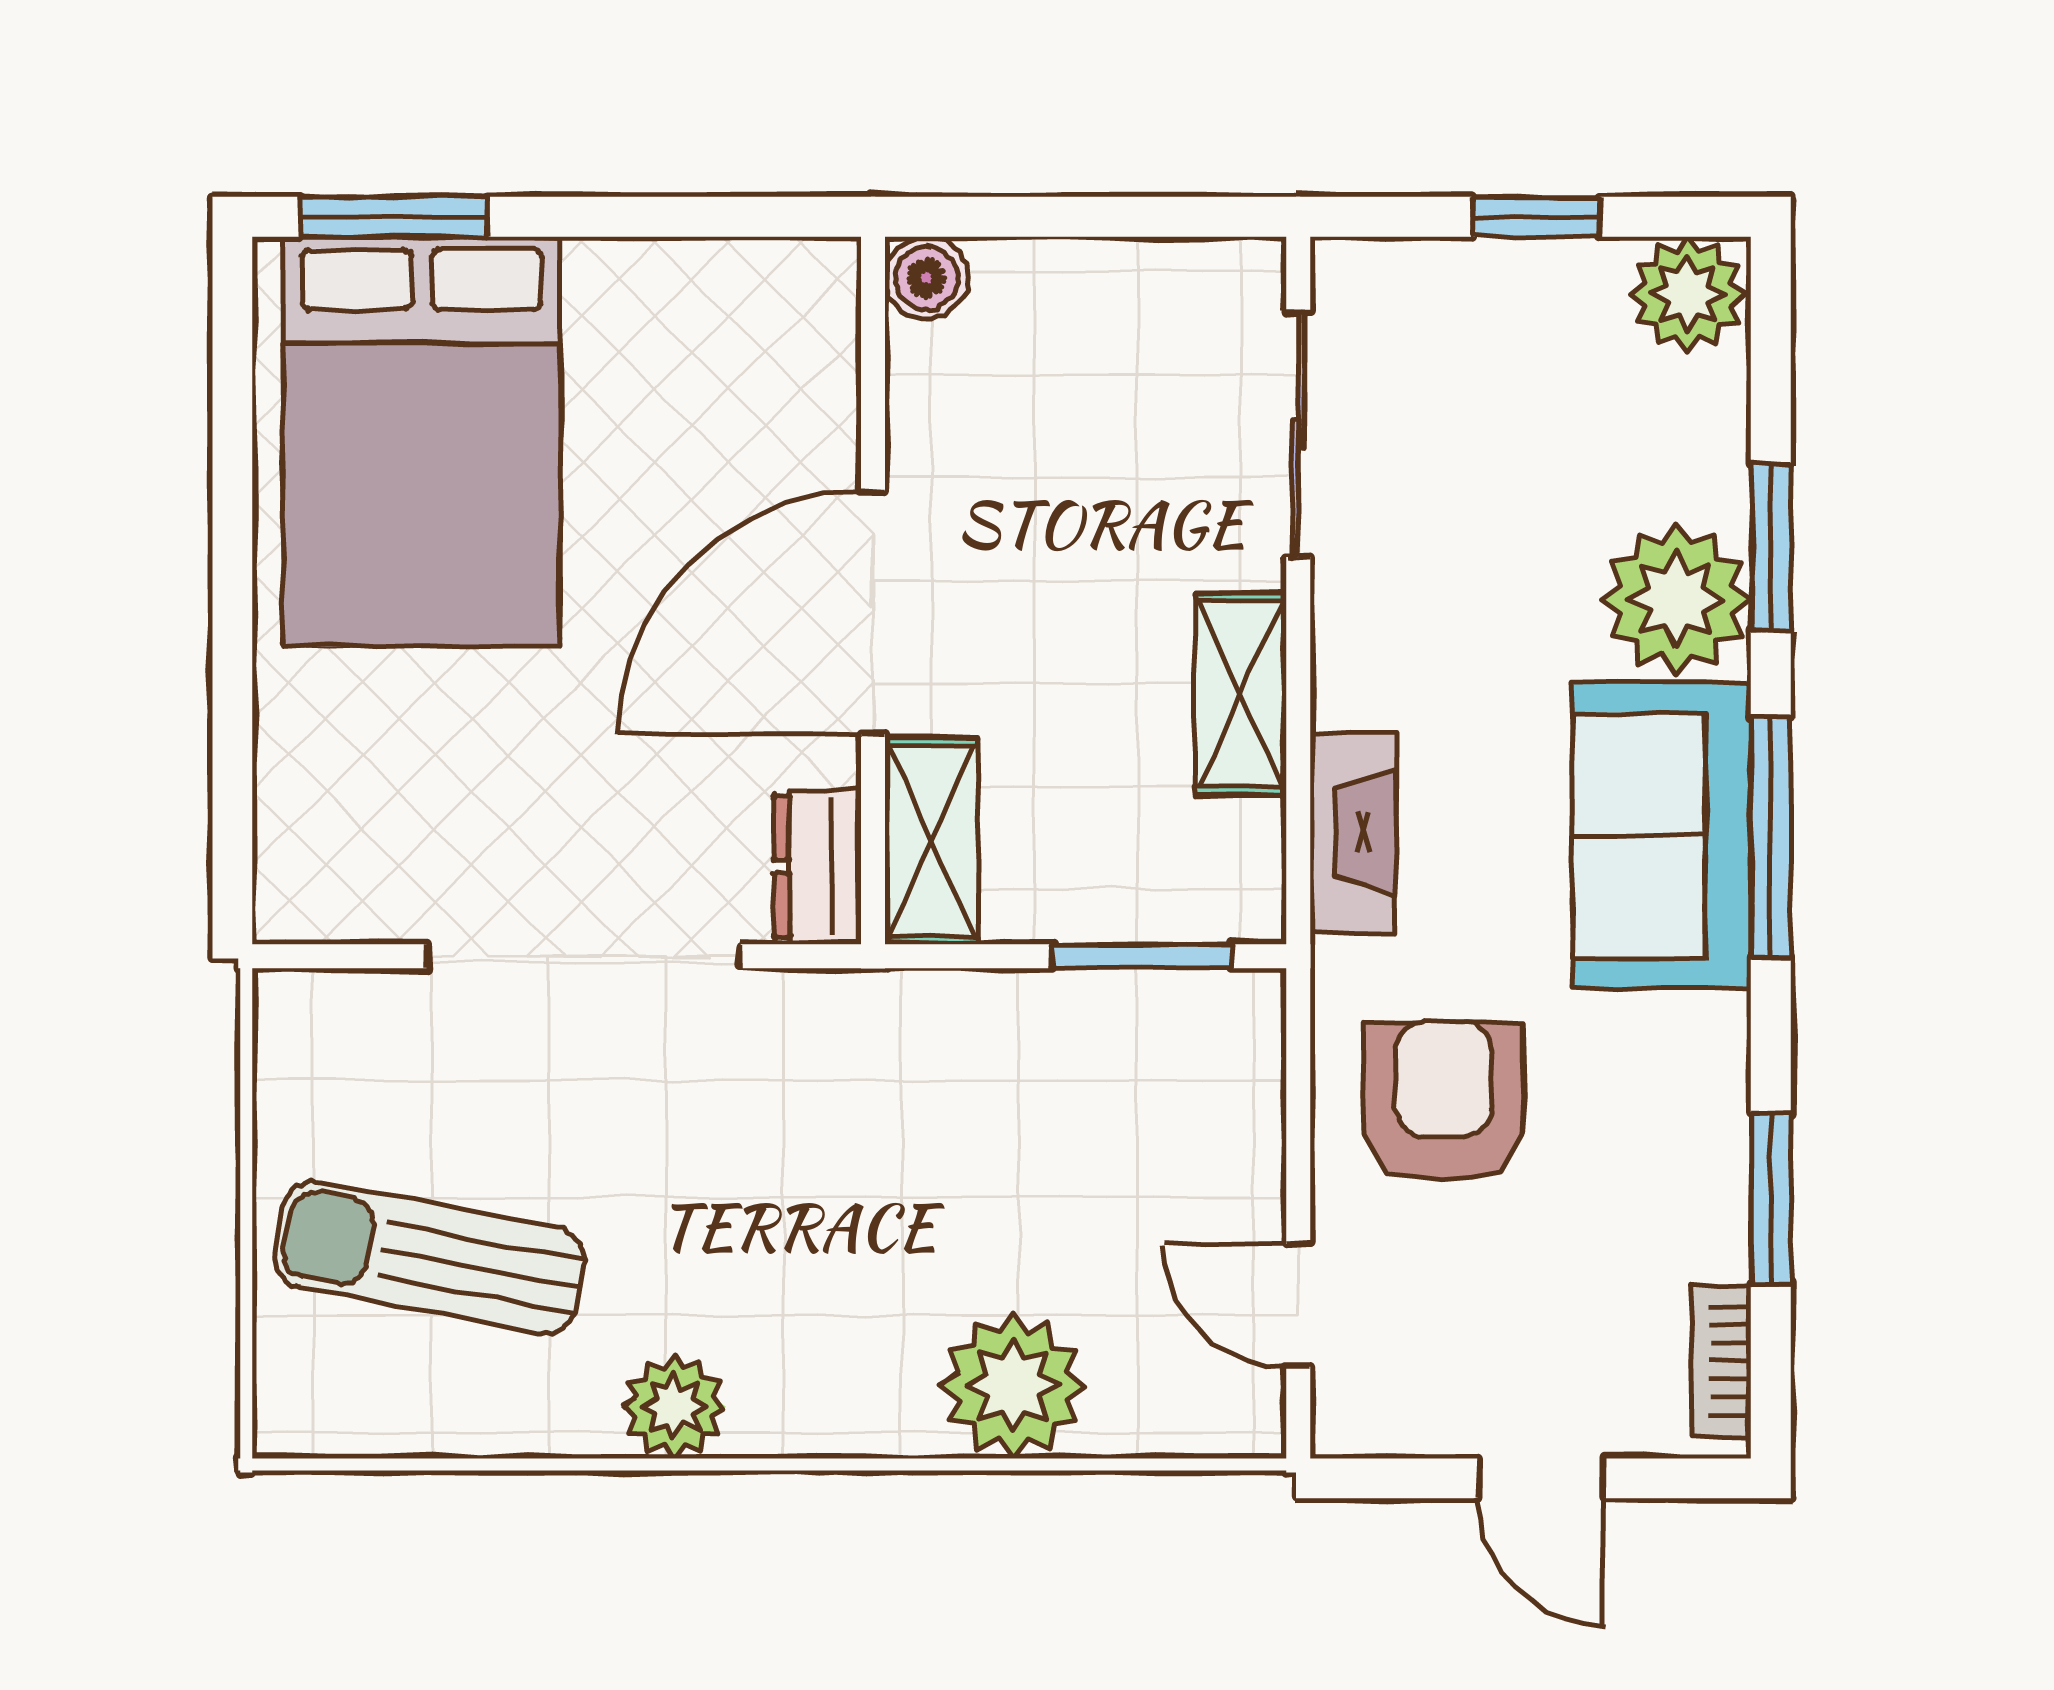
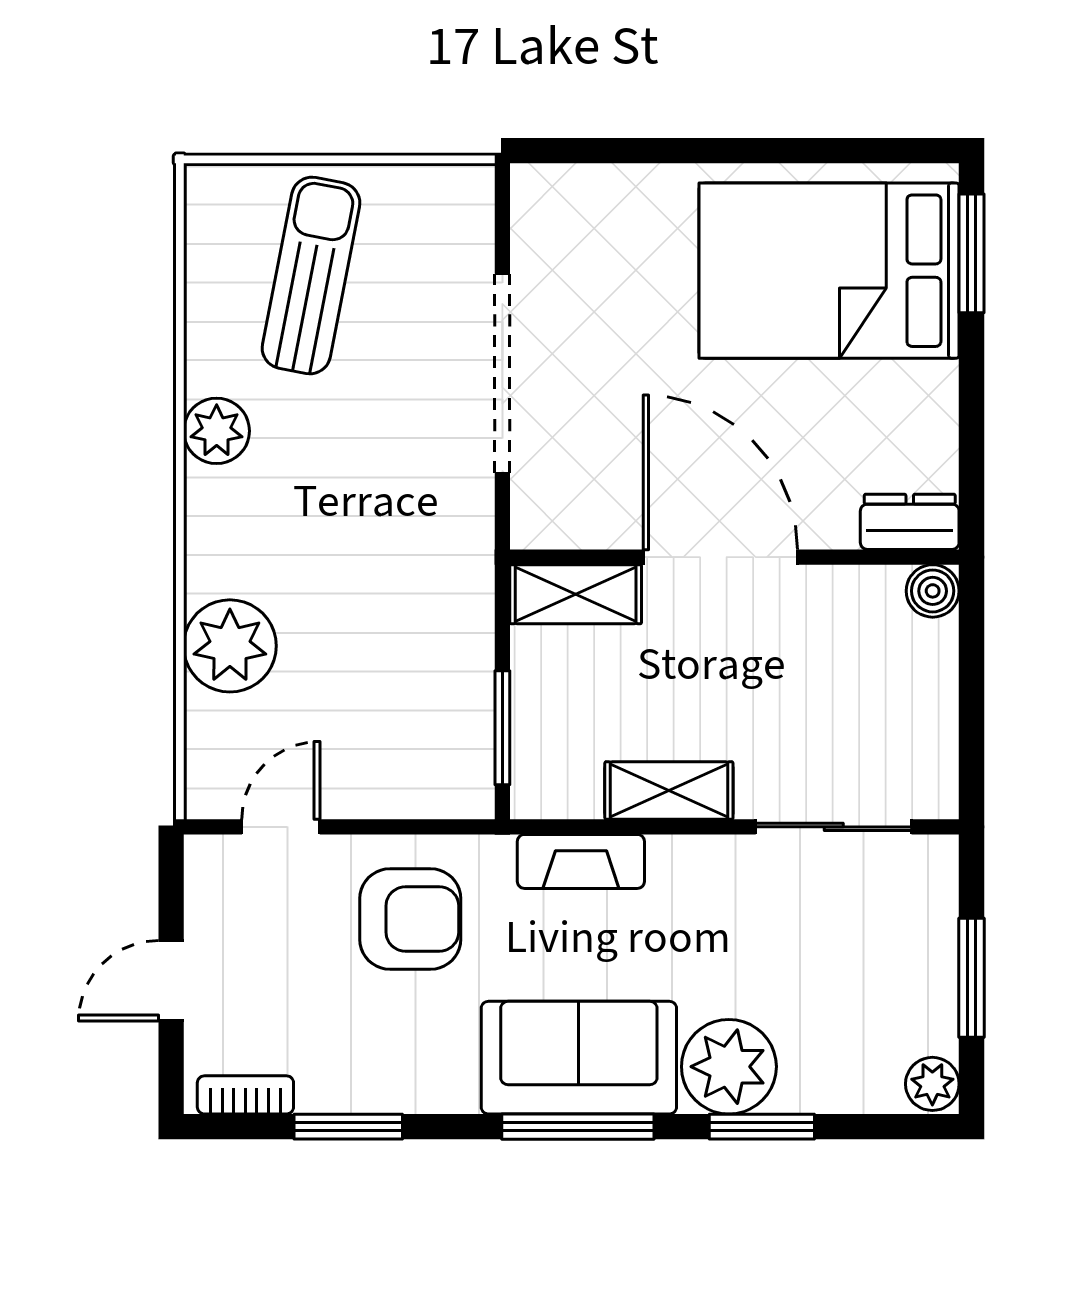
window: (1536, 217) -> (972, 978), width x1.50
plant: (1688, 294) -> (932, 1084), width x0.73, depth x0.73
dresser: (818, 867) -> (910, 522), moved

